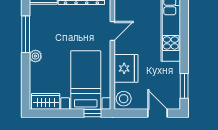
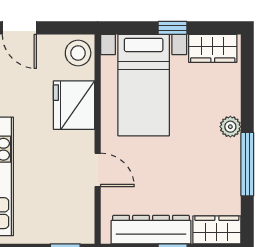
door: (112, 31) -> (98, 170), swing flipped
window: (93, 113) -> (172, 28), moved

